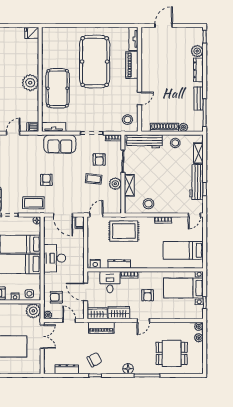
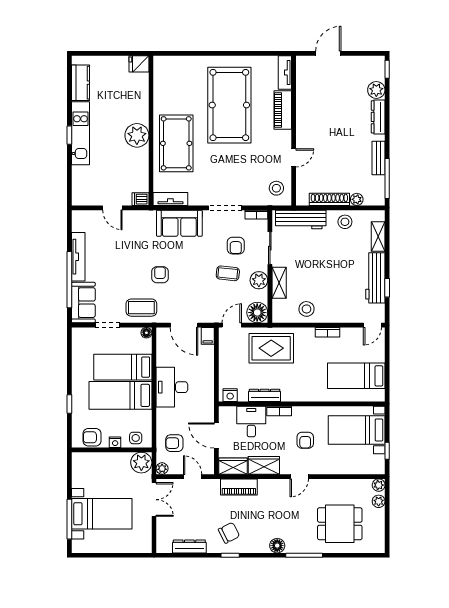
door: (13, 133) -> (112, 208), swing flipped
floor lamp: (114, 206) -> (257, 313), added

